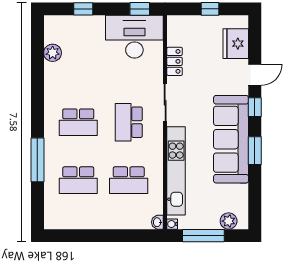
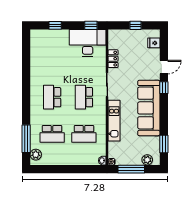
fridge: (236, 44) -> (154, 43), width x0.53, depth x0.75
plant: (53, 53) -> (36, 155), moved
school desk: (78, 122) -> (52, 97), turned 90
window: (255, 151) -> (164, 144), moved
window: (37, 160) -> (26, 139), moved
kitchen unit: (176, 171) -> (114, 121), width x0.73

